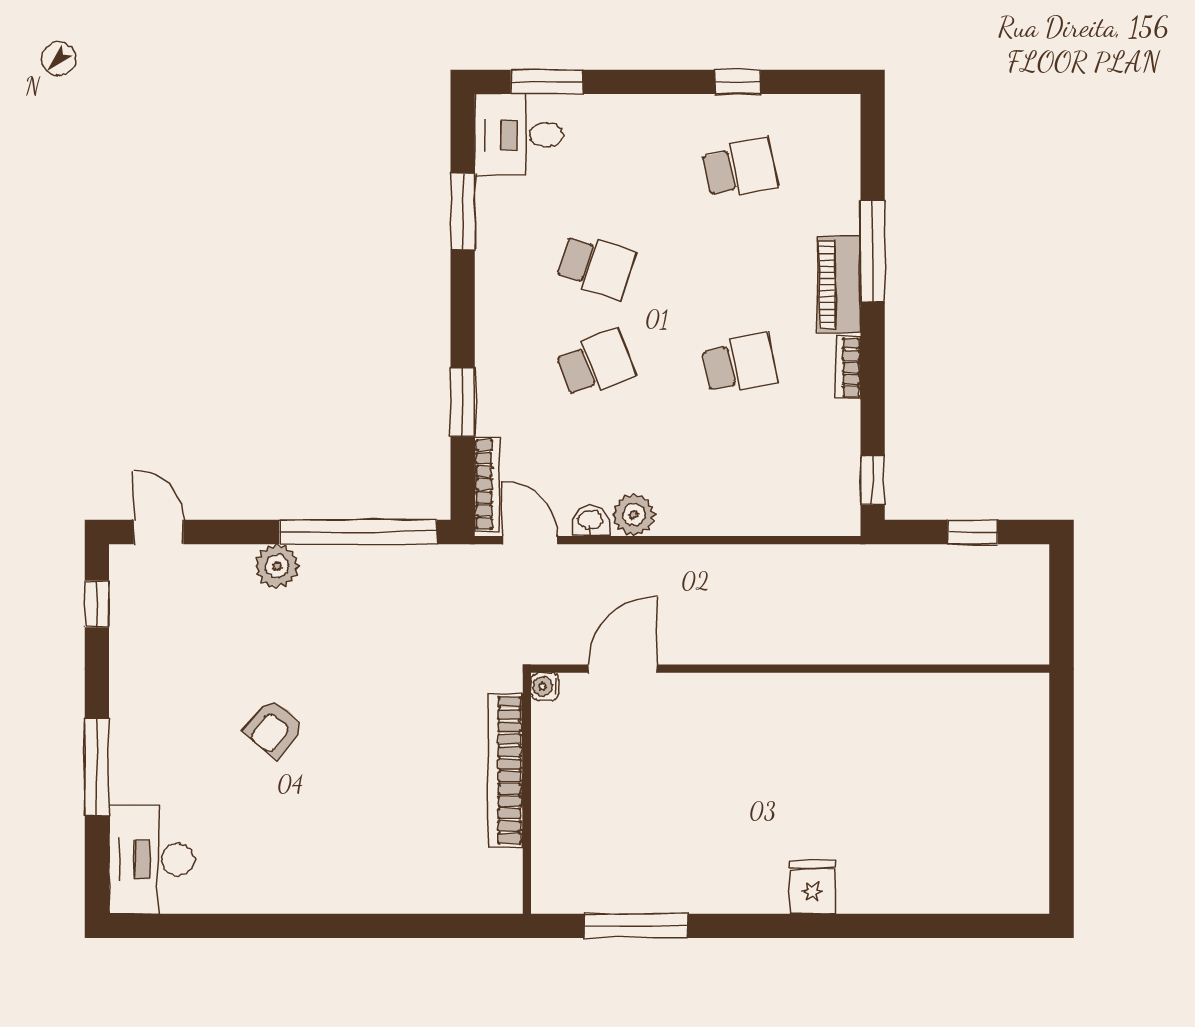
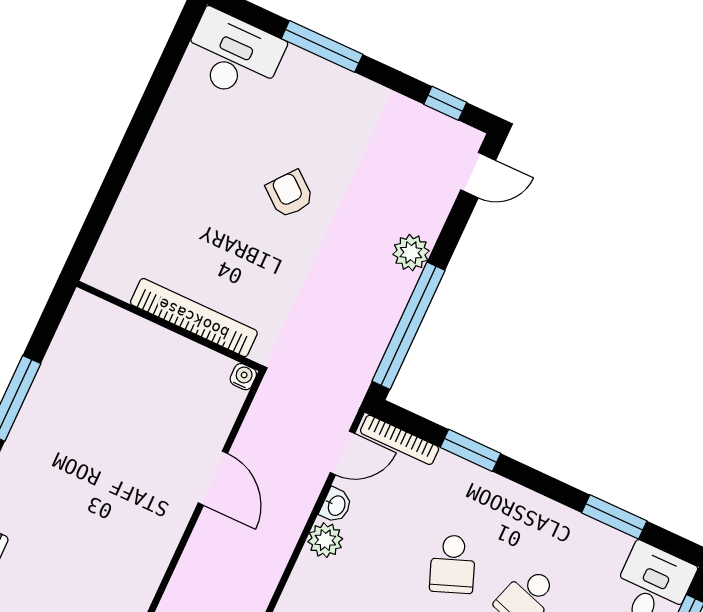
water cooler: (545, 687) -> (243, 377), moved
bookcase: (505, 770) -> (194, 318), moved
wall: (527, 793) -> (169, 326), moved

